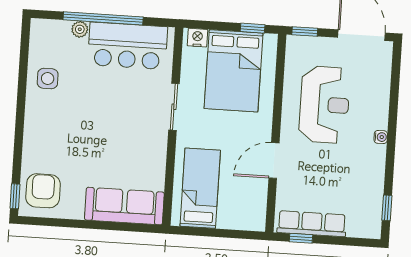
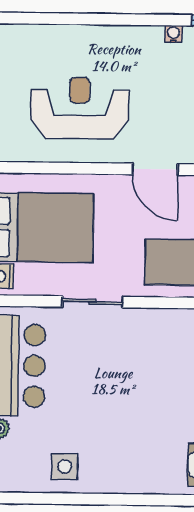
water cooler: (381, 137) -> (174, 34), moved

